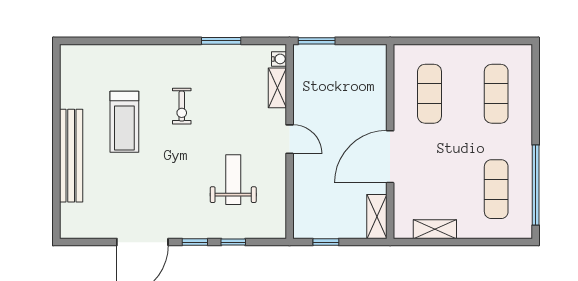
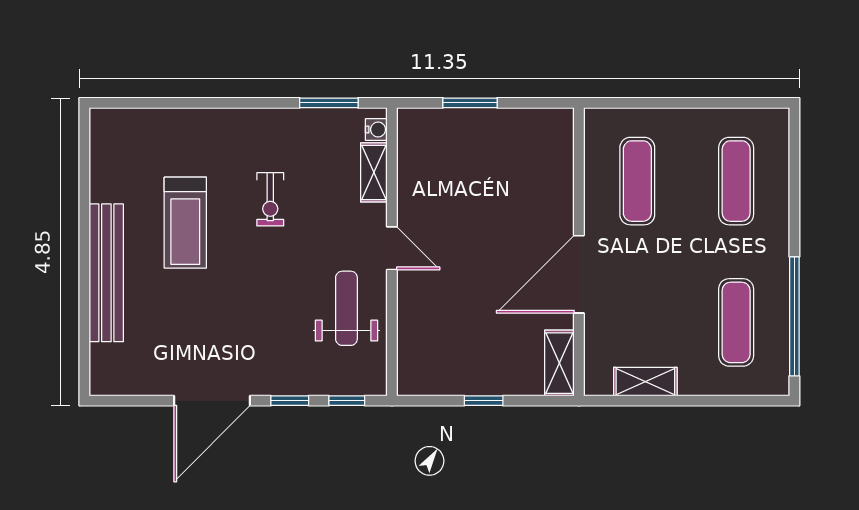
water cooler: (279, 59) -> (376, 130), moved
shelving: (277, 88) -> (374, 172), moved
door: (290, 139) -> (392, 248), moved
wall: (290, 141) -> (392, 252), moved

